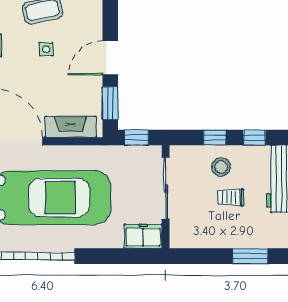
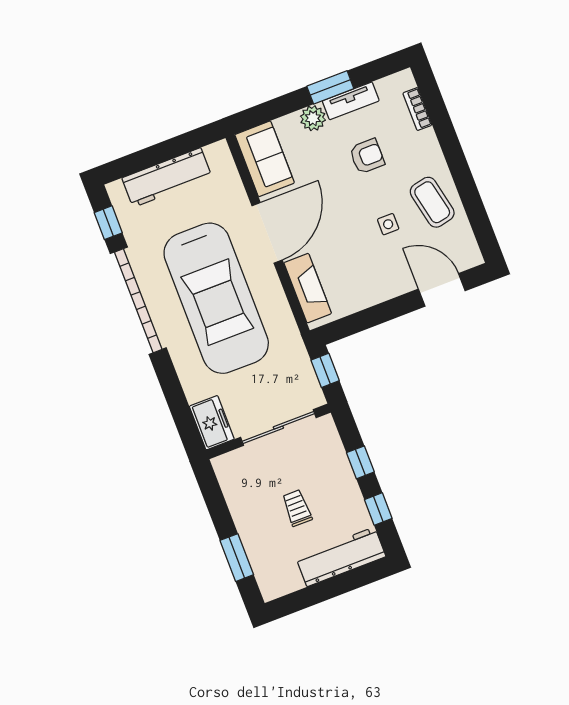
door: (110, 58) -> (442, 290), moved
window: (110, 103) -> (353, 324), removed
stool: (221, 167) -> (329, 483), removed

